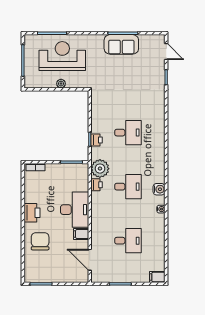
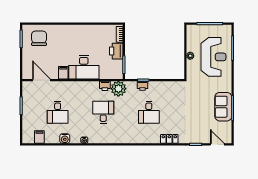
door: (166, 52) -> (217, 144), swing flipped
locker: (159, 108) -> (169, 139), added
desk: (128, 187) -> (103, 112), turned 180
water cooler: (159, 189) -> (65, 139), moved
printer: (32, 213) -> (116, 51), moved, turned 90
chair: (40, 241) -> (39, 38), moved, turned -90
door: (90, 260) -> (41, 80), hinge flipped
filing cabinet: (157, 277) -> (39, 137), moved

